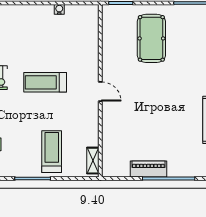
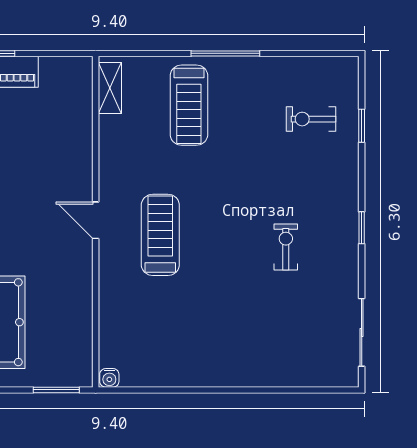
water cooler: (59, 9) -> (109, 378), moved
treadmill: (45, 82) -> (160, 235), moved, turned -90

